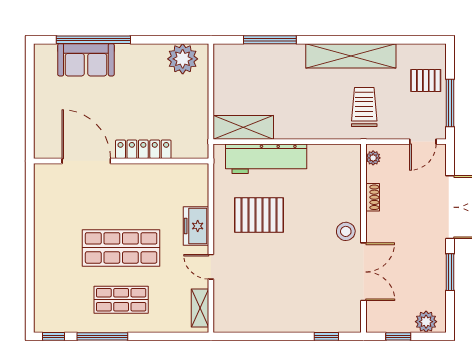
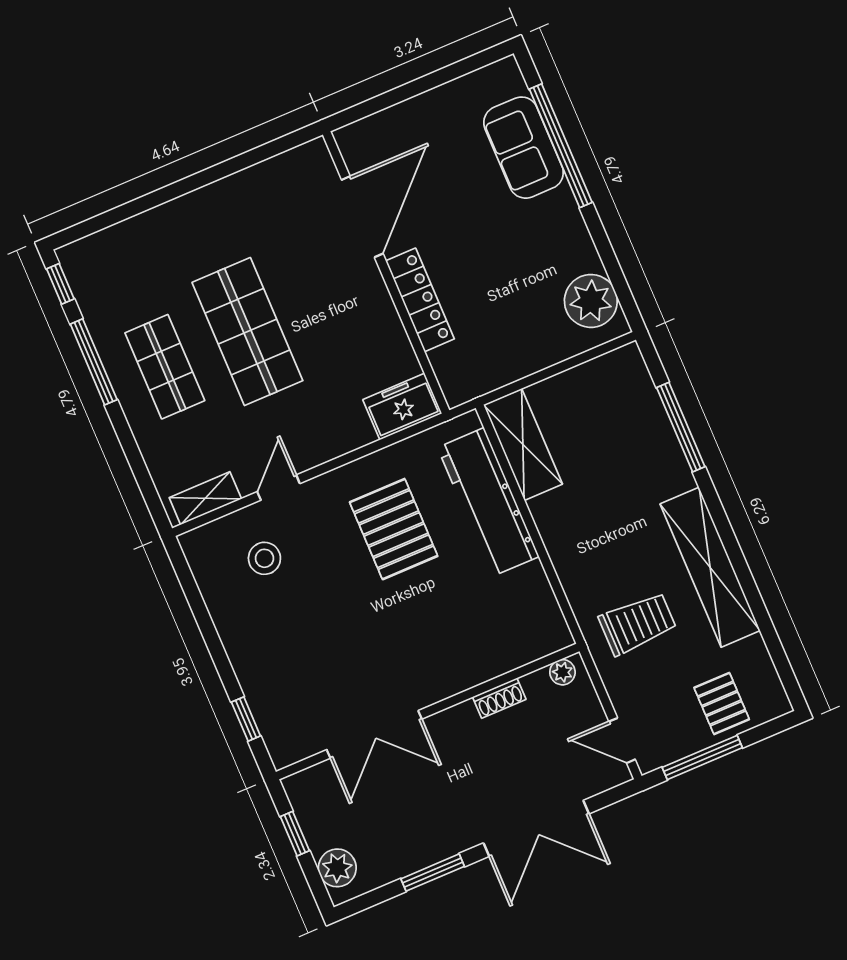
freezer: (196, 226) -> (402, 407), moved
stool: (346, 231) -> (264, 558), moved

